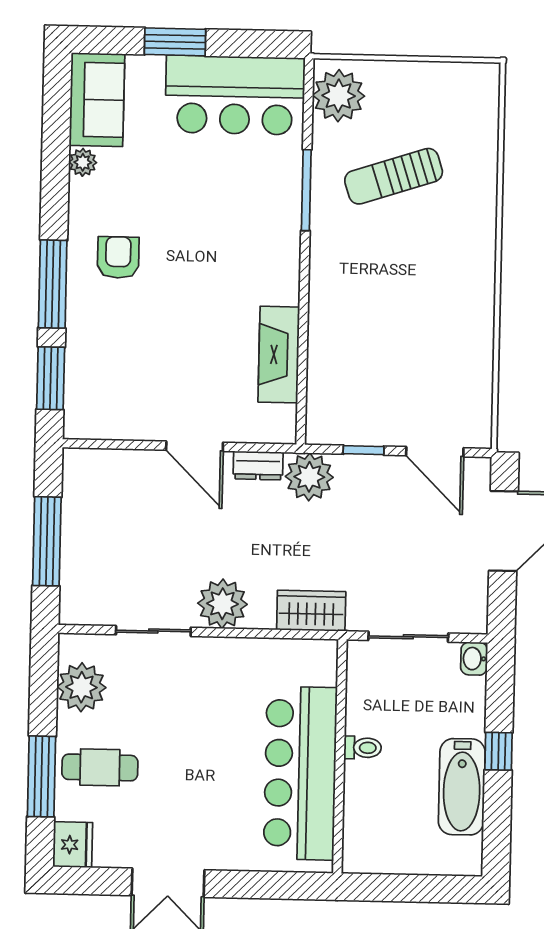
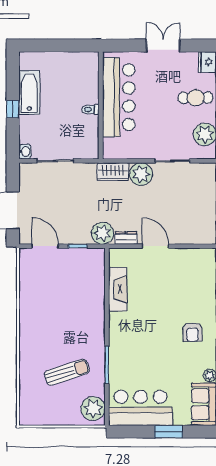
wardrobe: (311, 611) -> (113, 172), moved
toilet: (363, 748) -> (90, 110), moved
wall: (340, 756) -> (101, 105), moved
bar counter: (300, 773) -> (119, 97), moved

